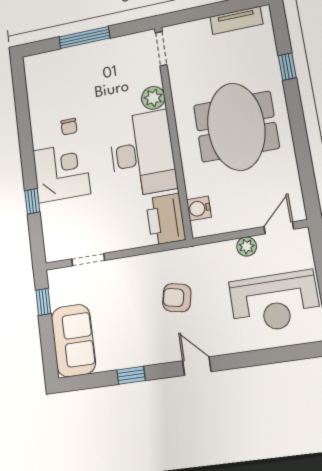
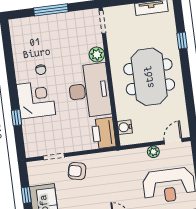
armchair: (177, 298) -> (77, 171), moved
window: (43, 302) -> (26, 195), moved

